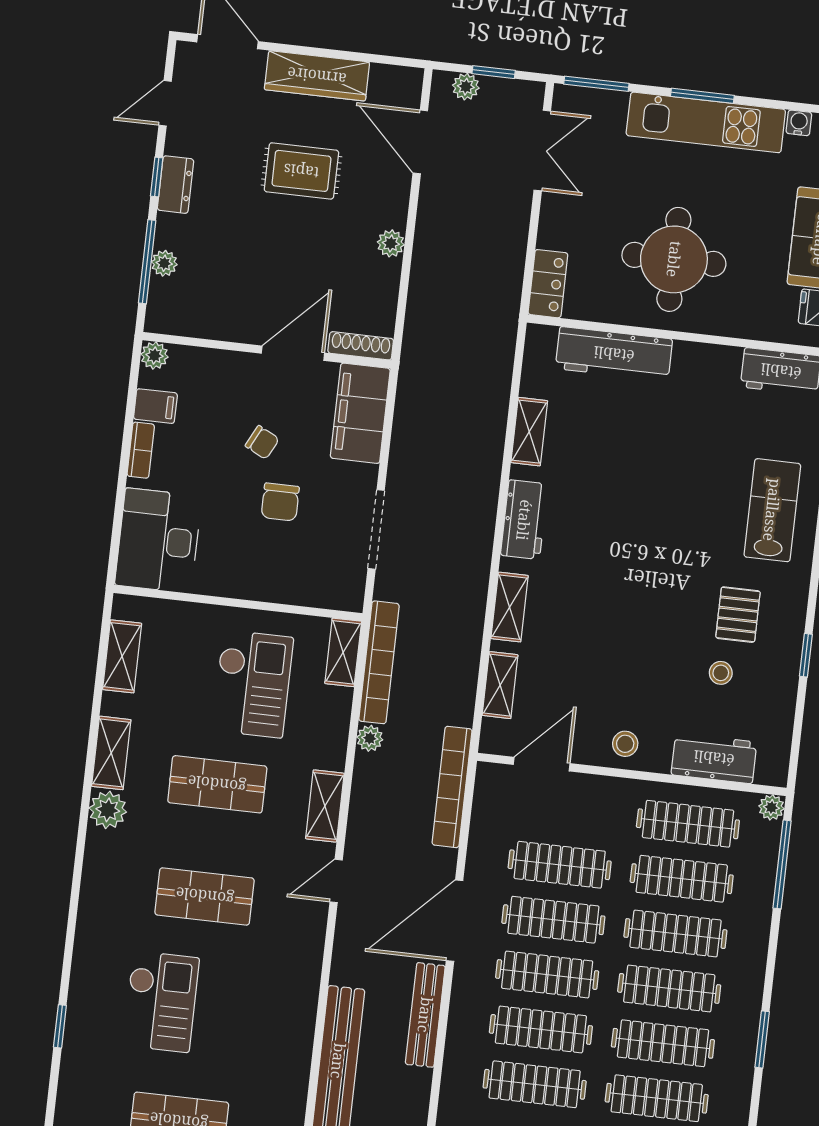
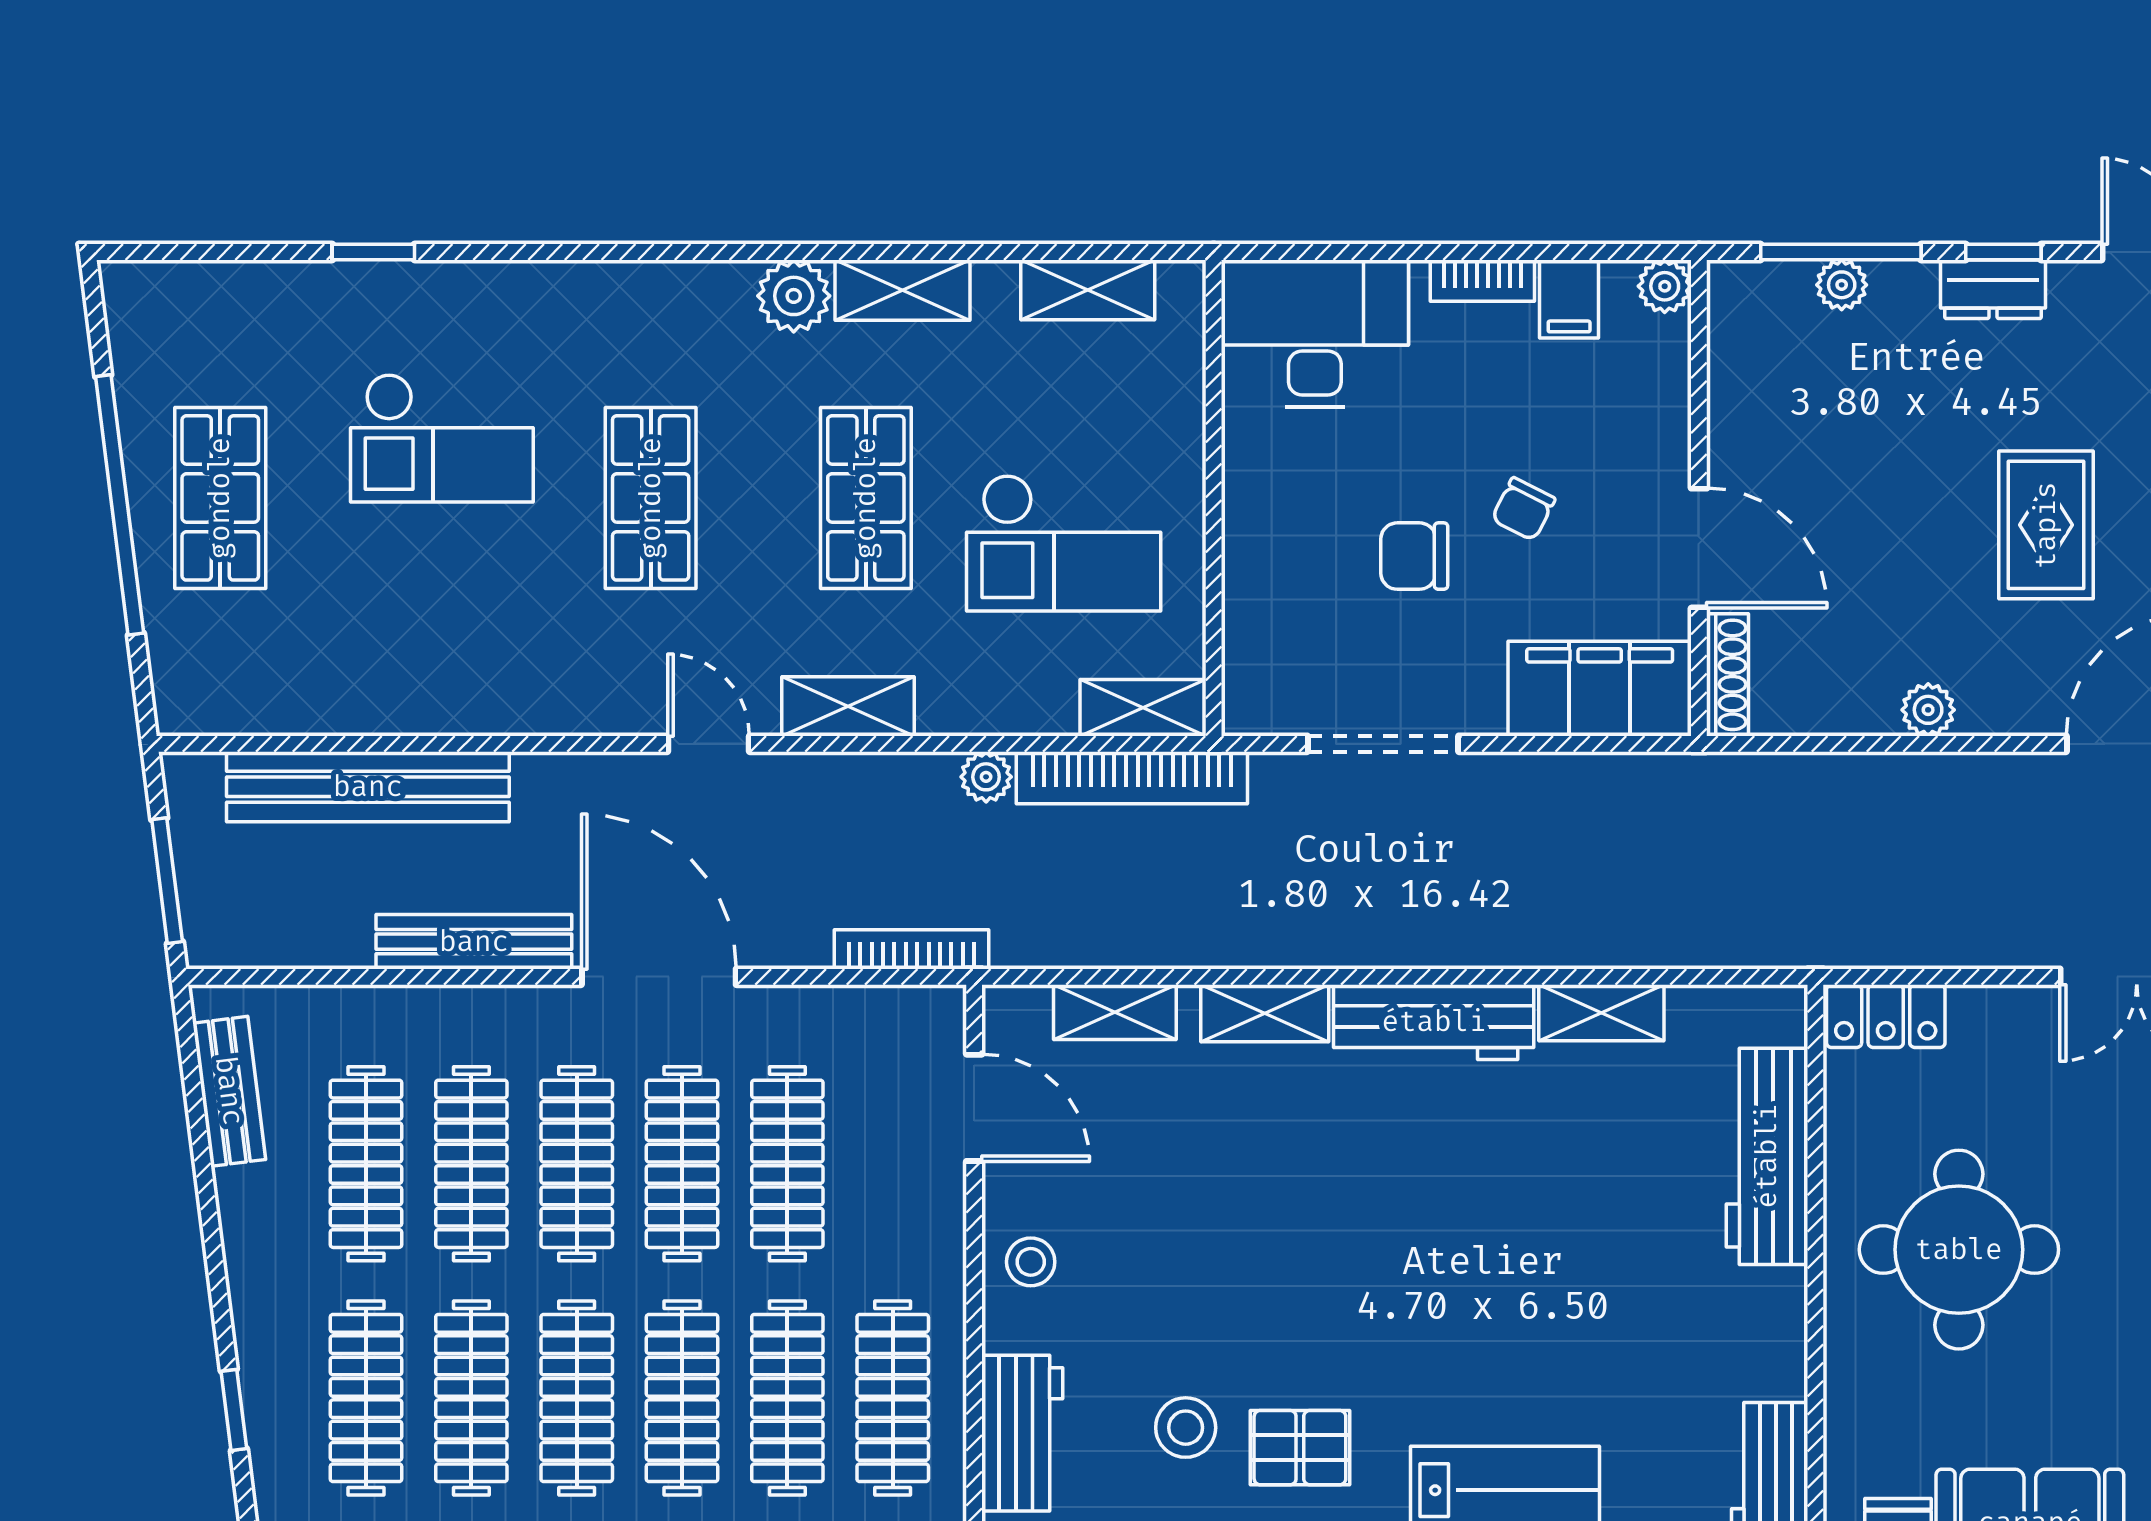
workbench: (524, 520) -> (1434, 1022), width x1.38
stool: (721, 673) -> (1186, 1428), width x1.37, depth x1.37
bookcase: (452, 787) -> (912, 949), width x0.68, depth x0.76

